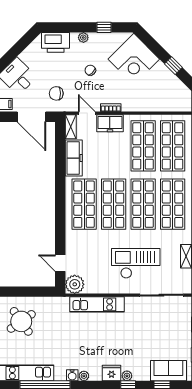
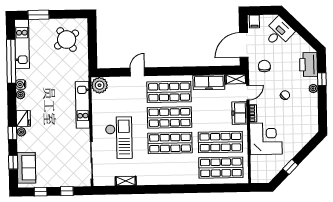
window: (104, 27) -> (322, 79), moved
corner desk: (134, 59) -> (266, 139), moved, turned 135
shop shelf: (173, 204) -> (171, 169), removed
door: (60, 263) -> (137, 72), moved

